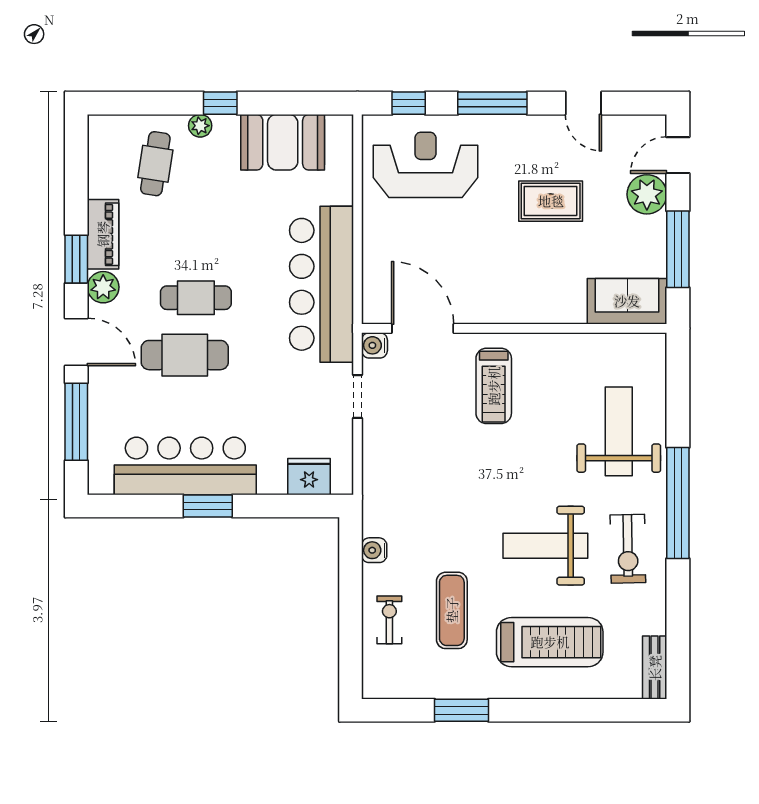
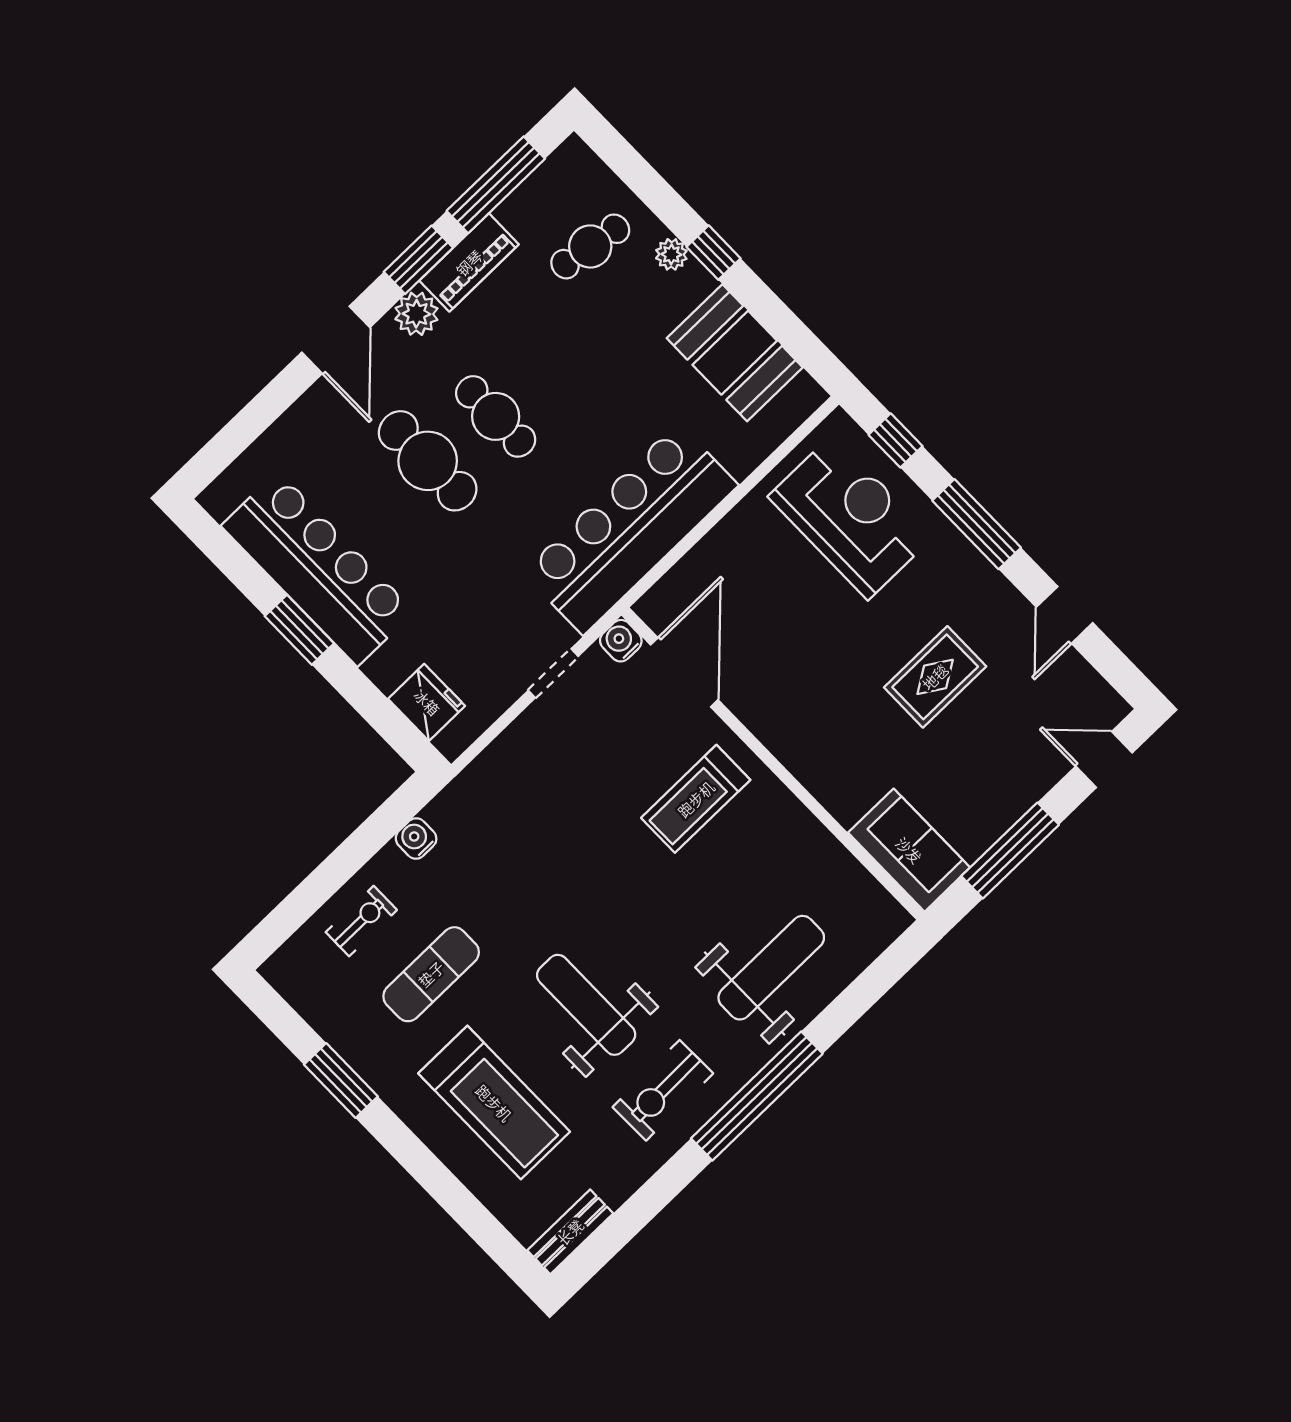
plant: (647, 194) -> (1035, 767), removed
rug: (551, 201) -> (935, 677), turned 90
window: (76, 422) -> (496, 185), moved

